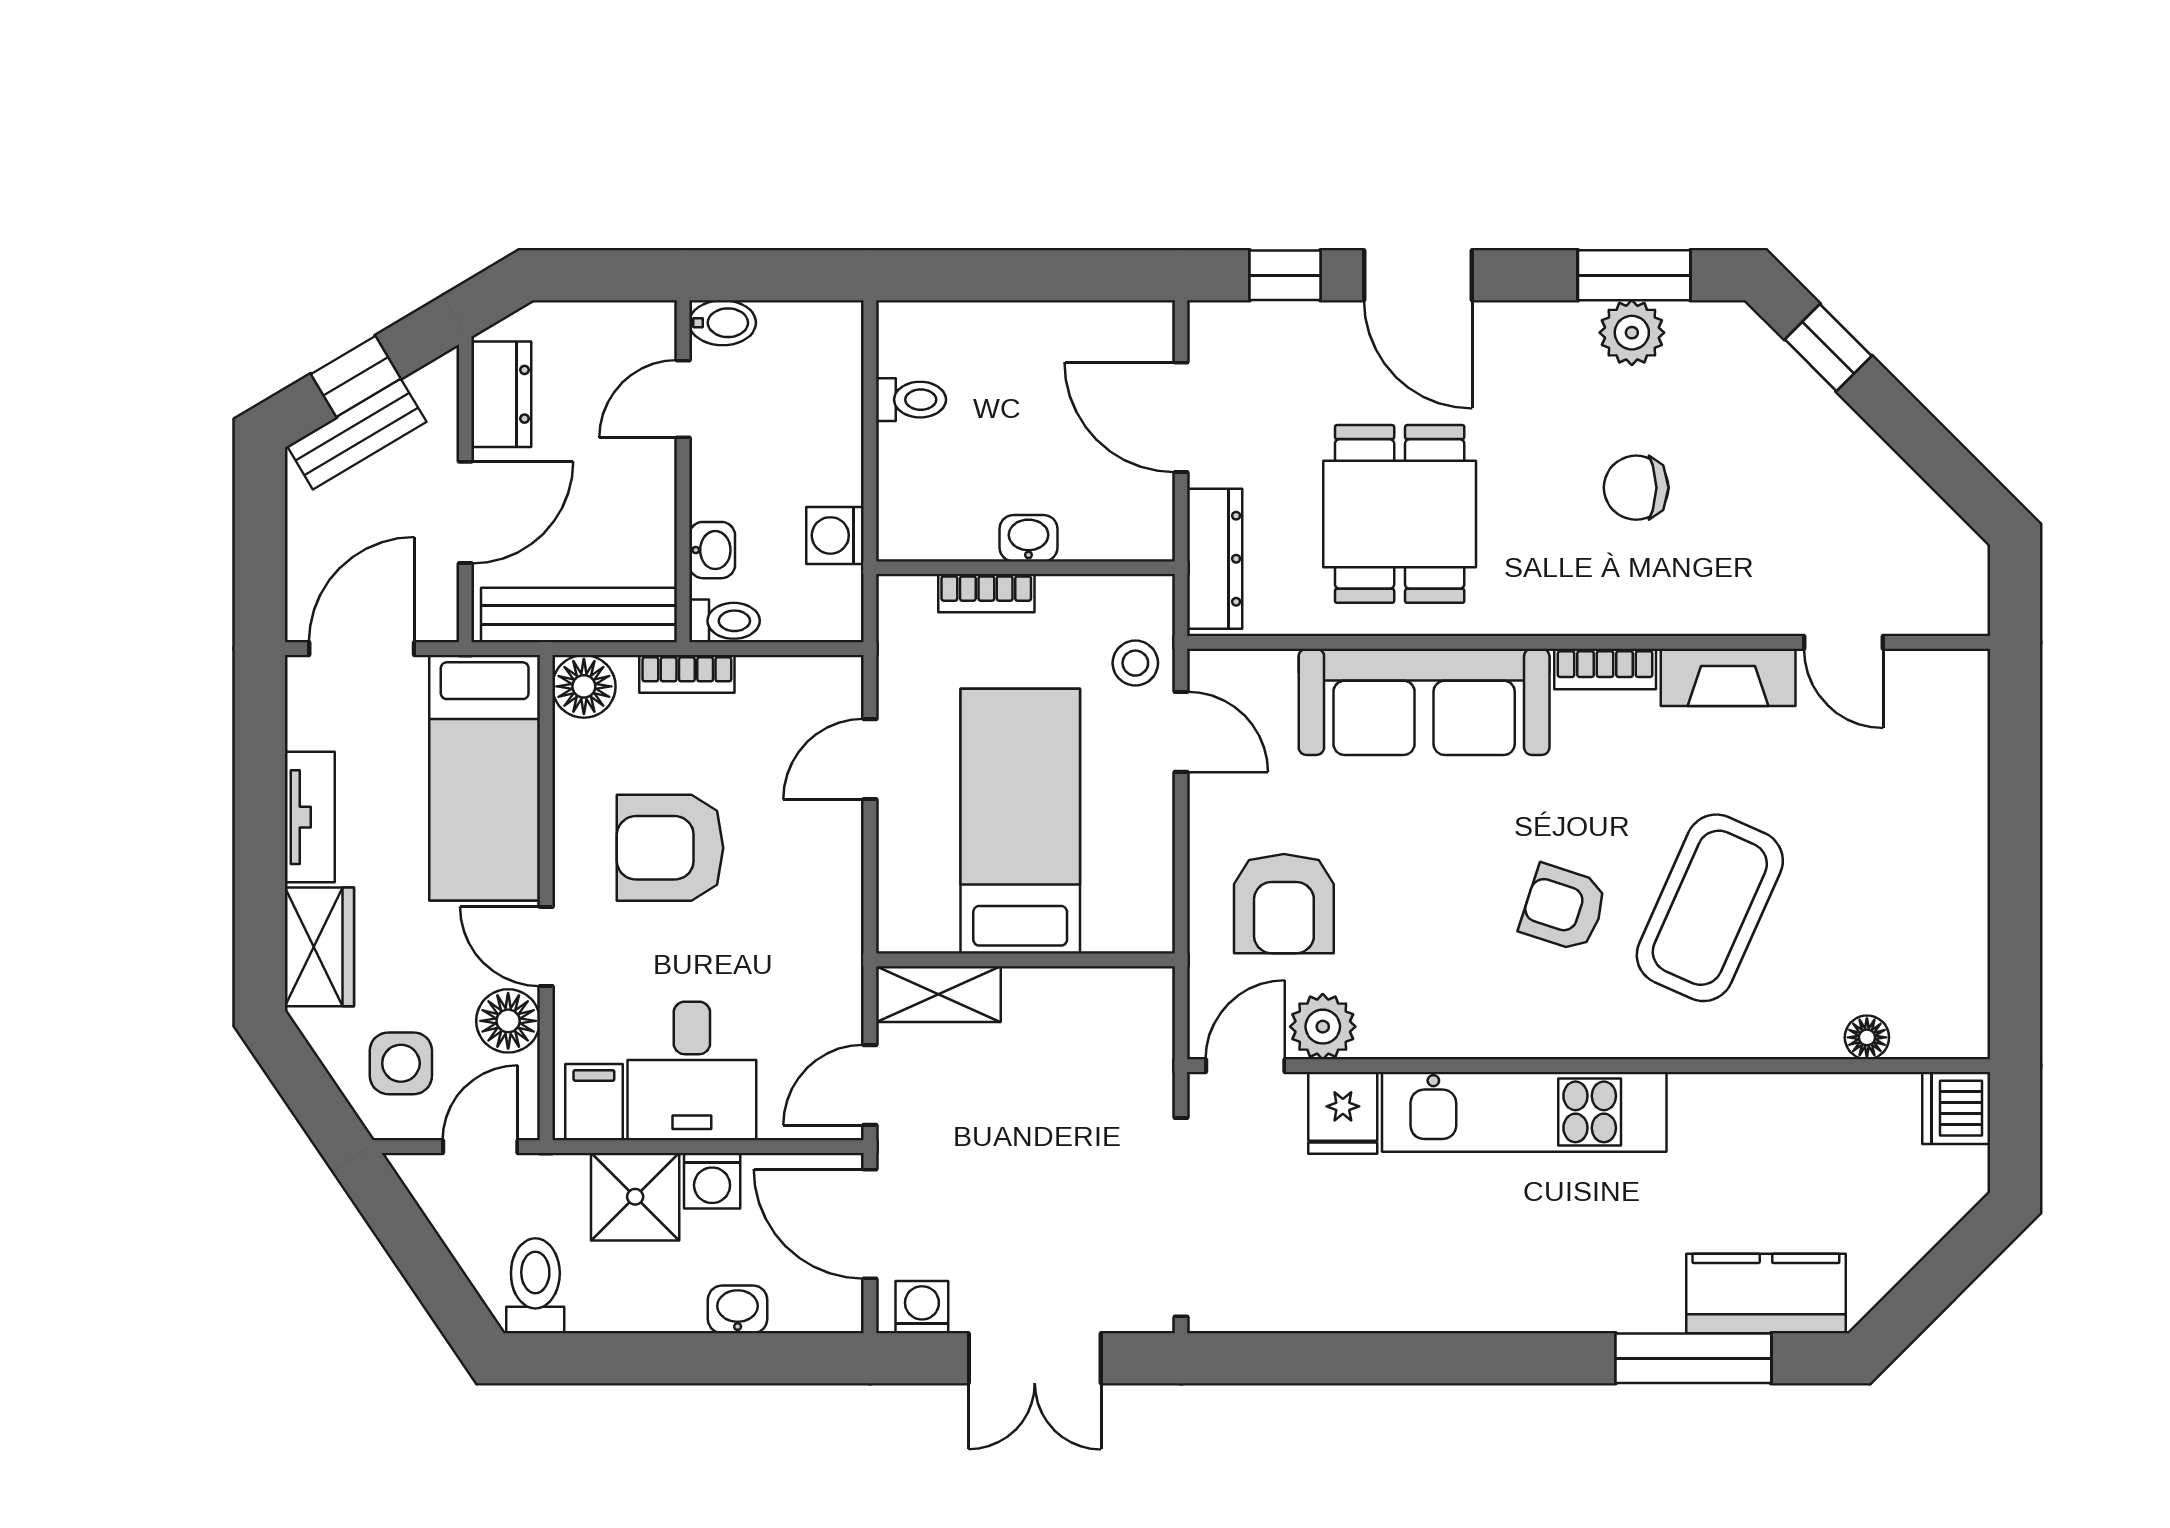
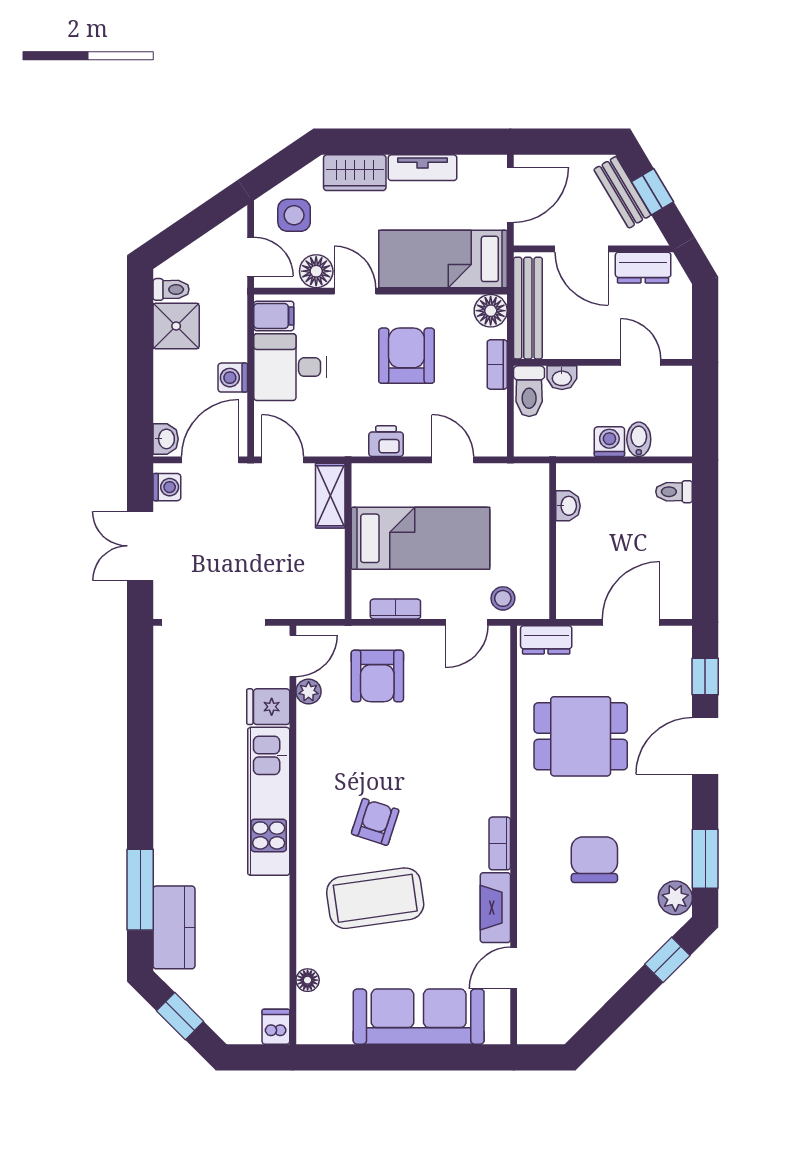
bidet: (723, 323) -> (639, 439), moved, turned 180
plant: (1632, 333) -> (675, 898), moved
toilet: (911, 400) -> (674, 492), moved, turned 90
chair: (1636, 488) -> (594, 860), width x1.37, depth x1.37
washing machine: (835, 535) -> (609, 442), moved
washbasin: (1029, 538) -> (568, 506), moved
dresser: (1215, 559) -> (546, 640), width x0.70
bookcase: (986, 593) -> (395, 609), moved, turned 90
toilet: (724, 621) -> (529, 391), width x1.37, depth x1.39
door: (362, 649) -> (510, 195), hinge flipped
sofa: (1424, 702) -> (419, 1017), moved, turned 90
printer: (834, 887) -> (386, 441), added
armchair: (1284, 904) -> (377, 676), turned -90
coffee table: (1710, 908) -> (375, 898), turned -32
door: (546, 947) -> (355, 291), hinge flipped
plant: (1323, 1027) -> (309, 692), width x0.73, depth x0.73
door: (1245, 1066) -> (293, 656), hinge flipped
dishwasher: (1956, 1108) -> (276, 1027), width x0.73
shower: (635, 1197) -> (176, 326), moved
window: (1936, 1282) -> (180, 1016), added
toilet: (535, 1286) -> (171, 289), width x0.73, depth x0.72
washbasin: (738, 1309) -> (166, 439), moved

